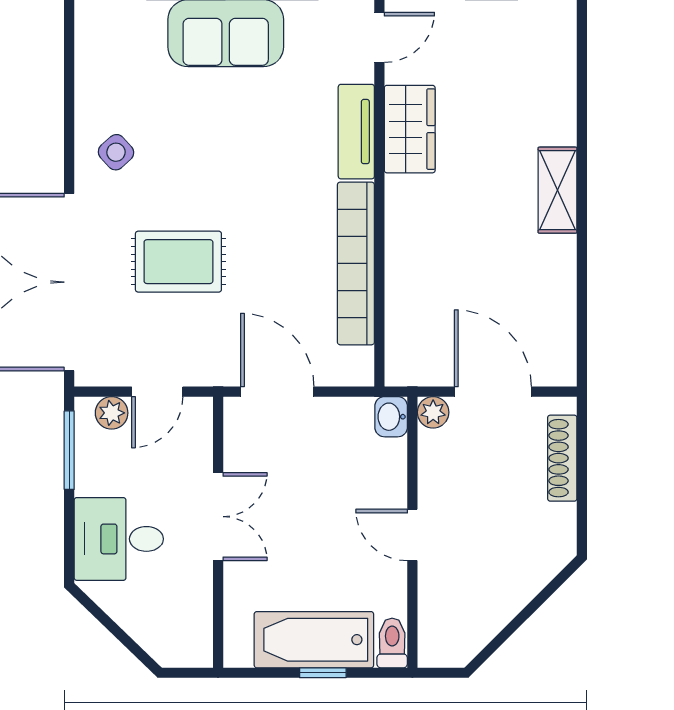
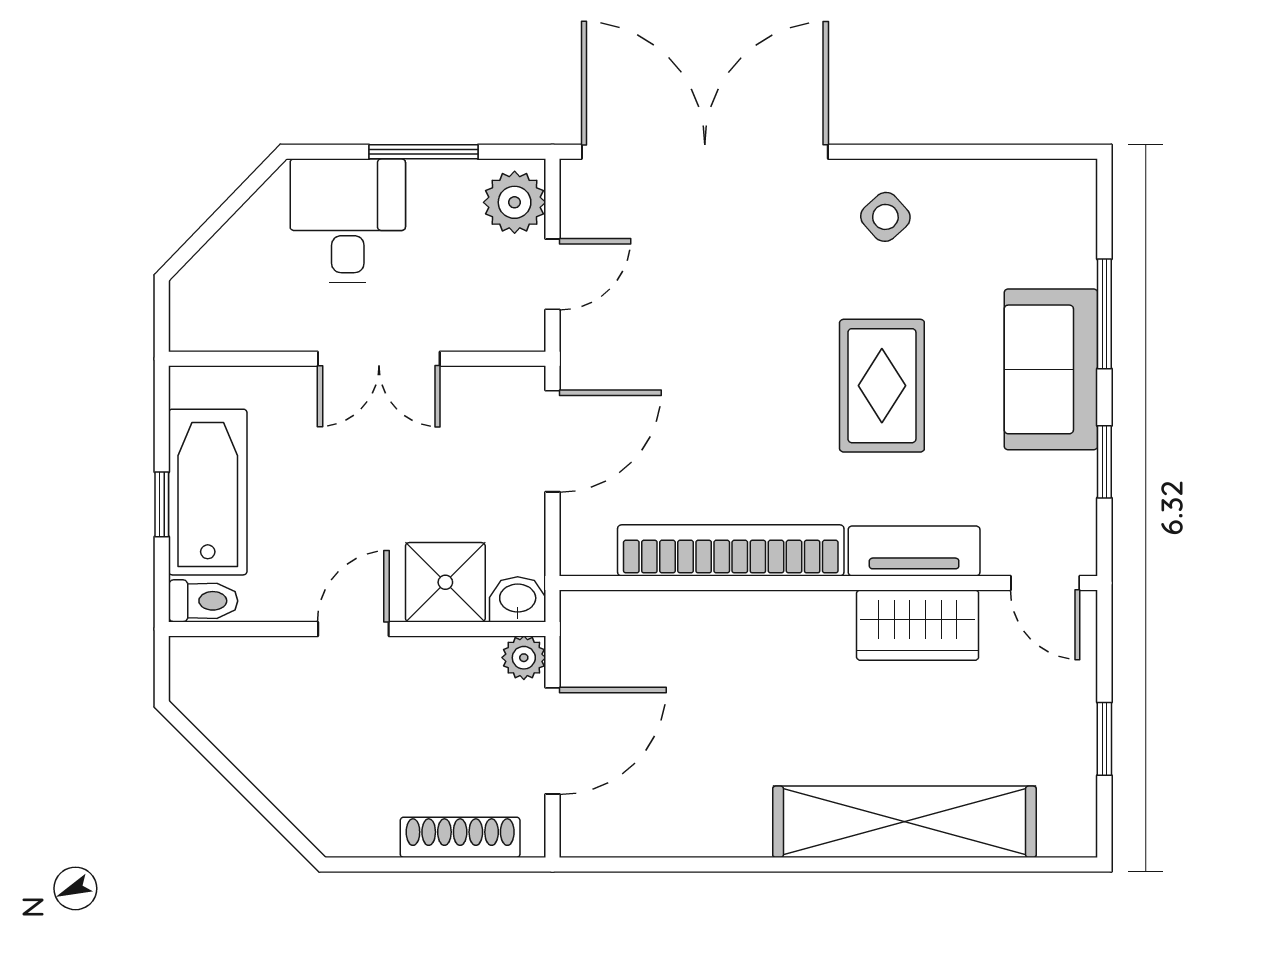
shelving: (558, 190) -> (904, 822), width x2.20, depth x1.33
rug: (178, 262) -> (882, 386), moved
door: (157, 392) -> (553, 274), swing flipped
plant: (112, 413) -> (515, 202), width x1.38, depth x1.38
window: (69, 450) -> (424, 152), moved
shower: (379, 469) -> (445, 582), added

